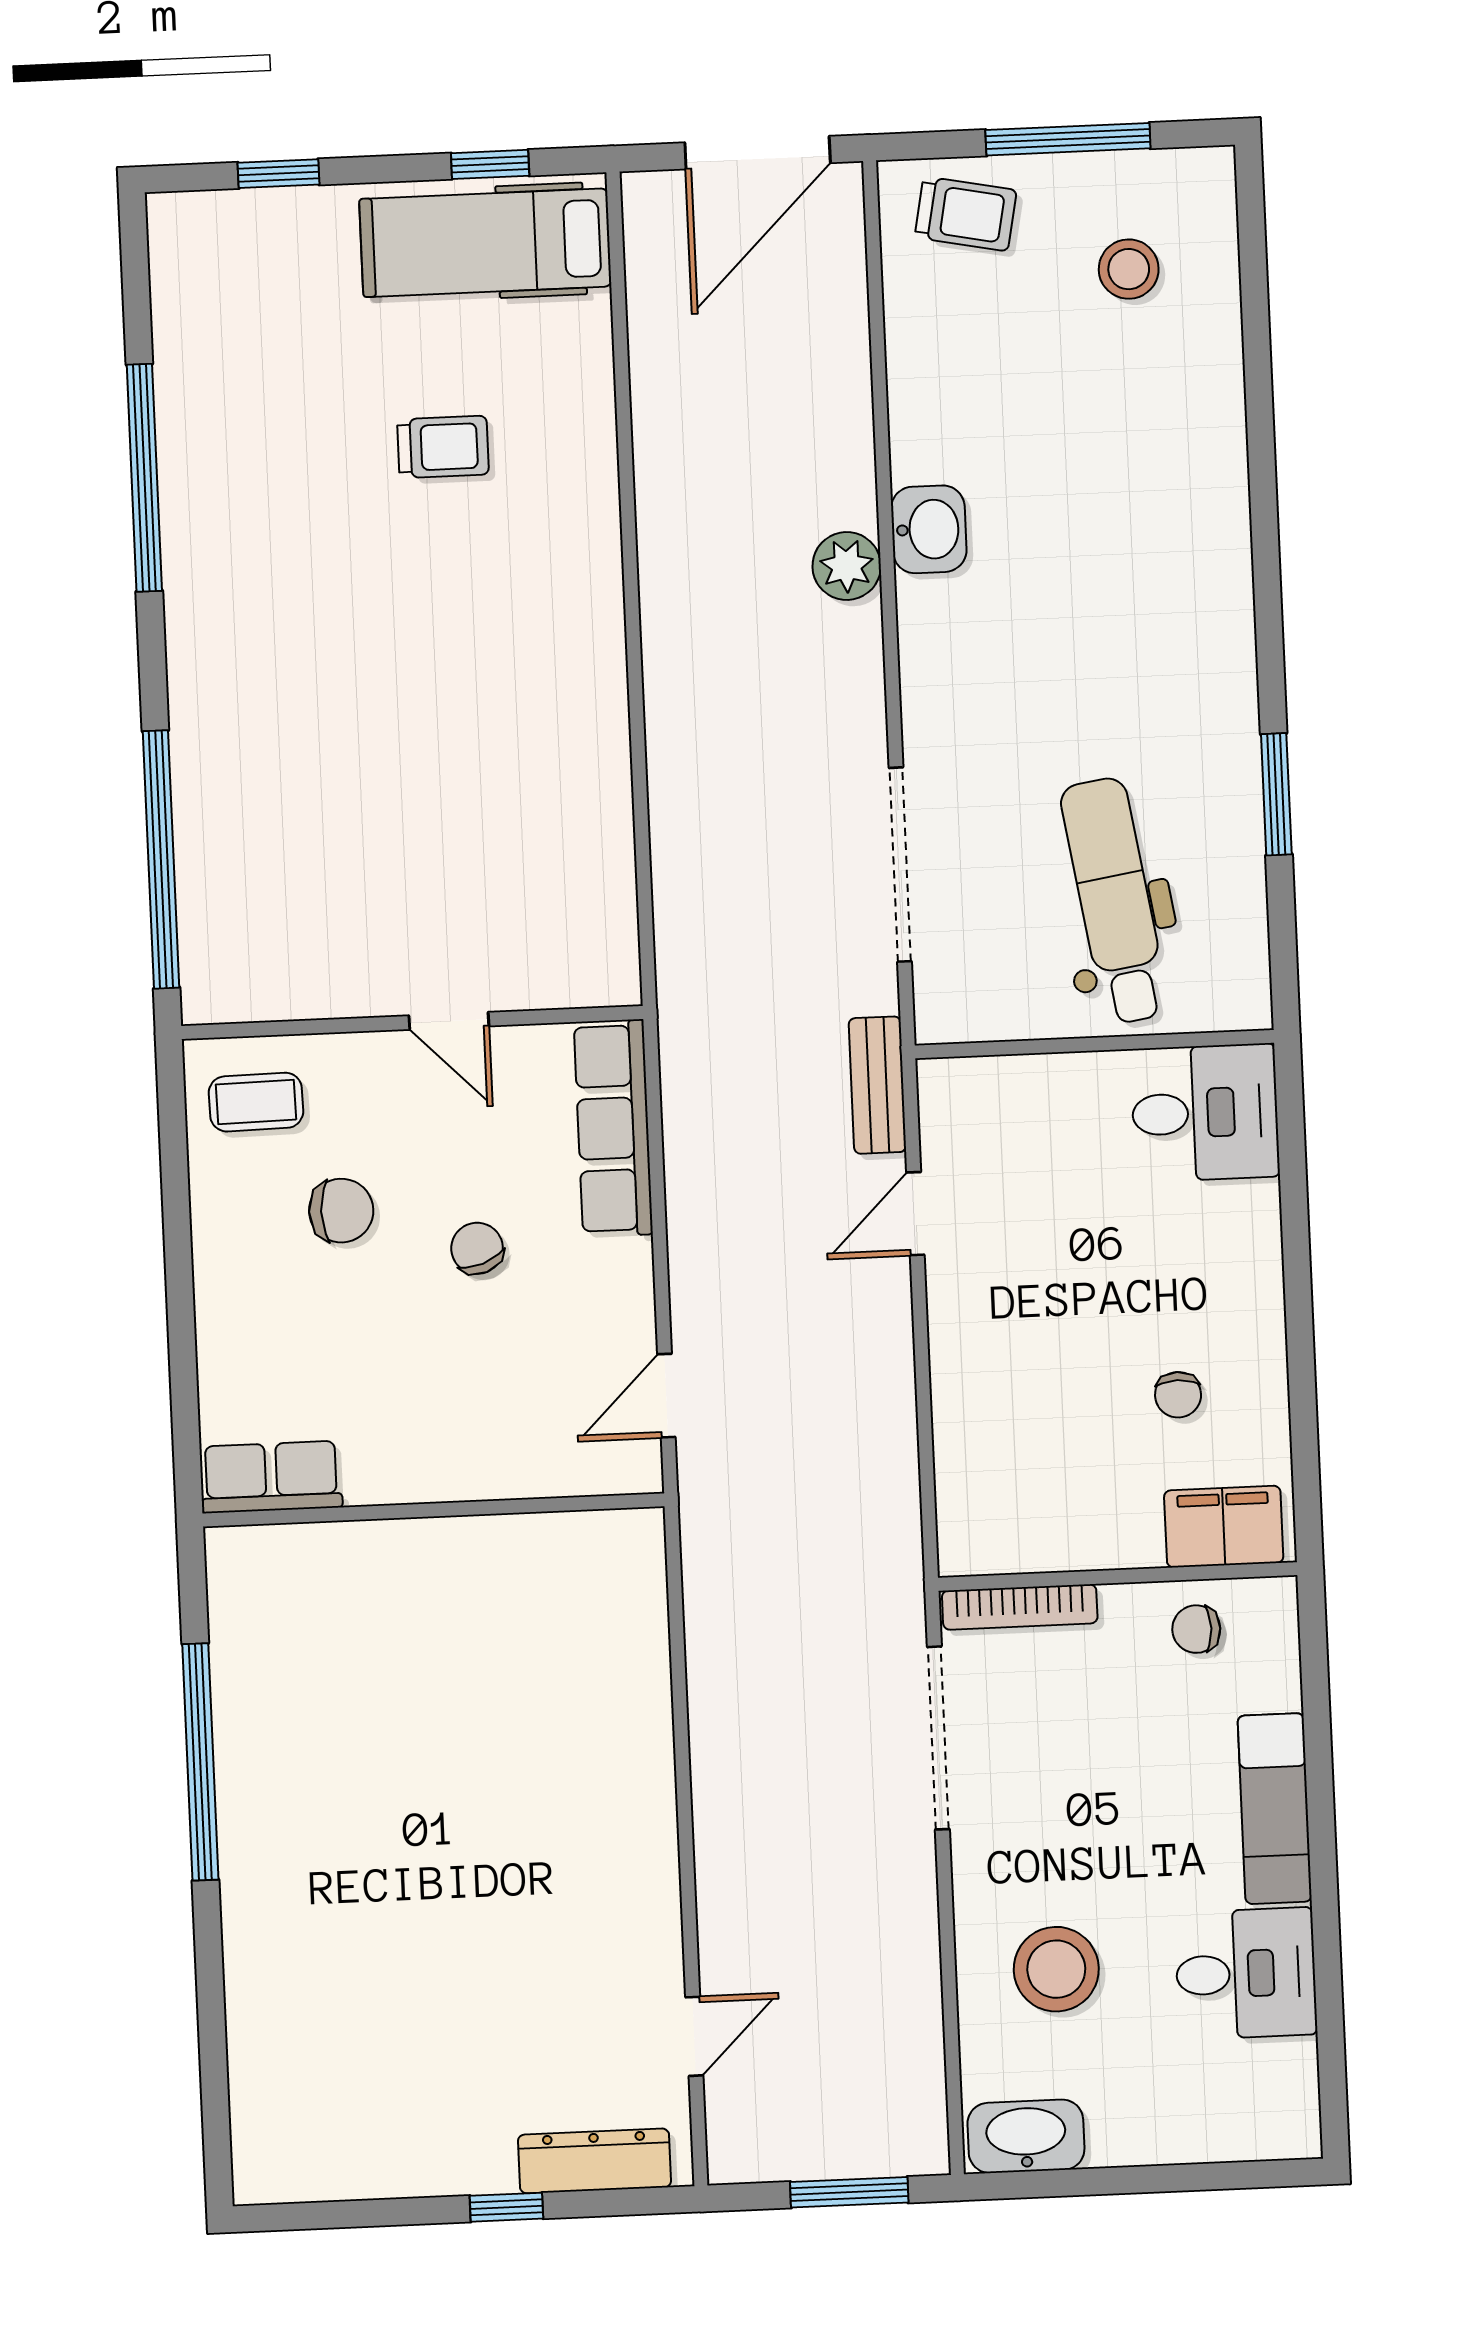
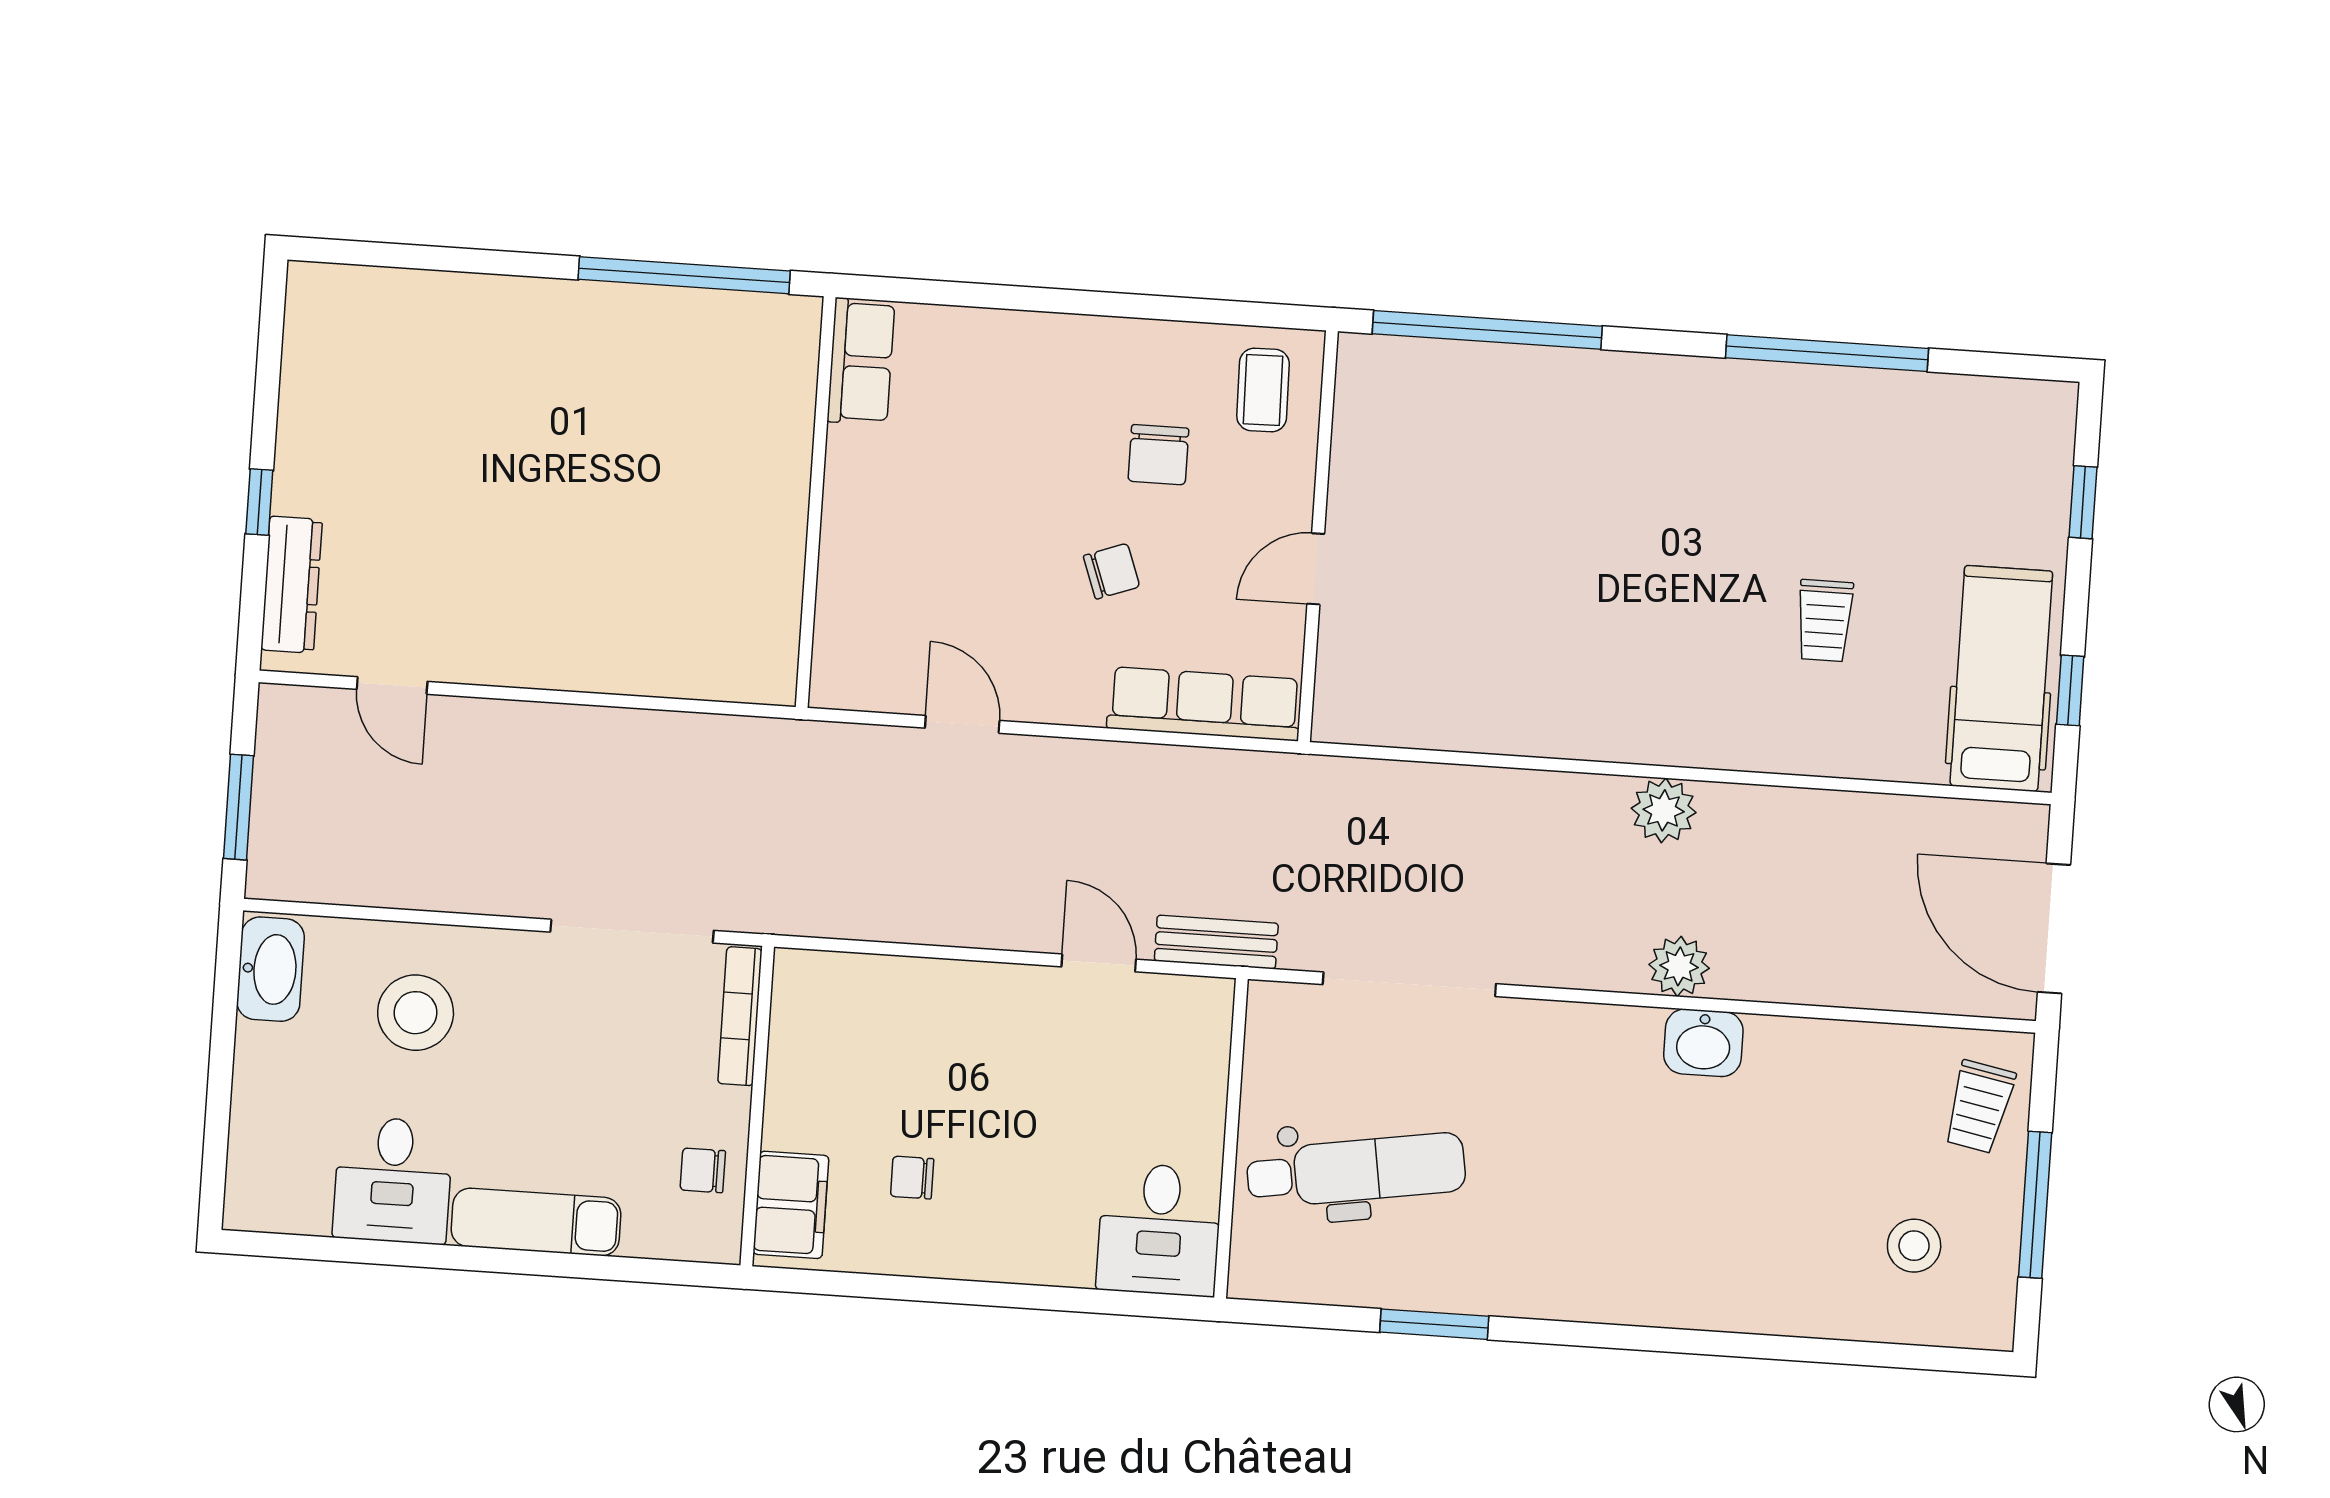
plant: (675, 603) -> (1664, 810), added
row of seats: (271, 1477) -> (861, 361), moved
wall: (434, 1510) -> (816, 502), moved
chair: (1196, 1629) -> (703, 1170), turned -90

